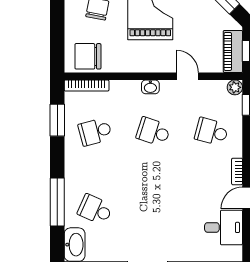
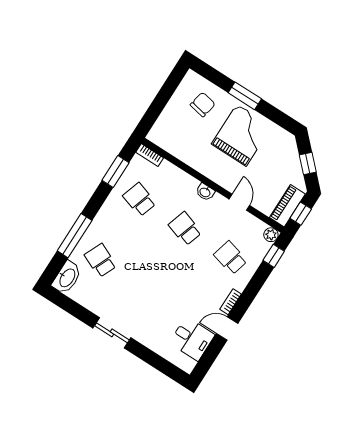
chair: (88, 56) -> (172, 137), removed
bookcase: (87, 86) -> (150, 155), width x0.64
school desk: (95, 132) -> (139, 200), turned 33

